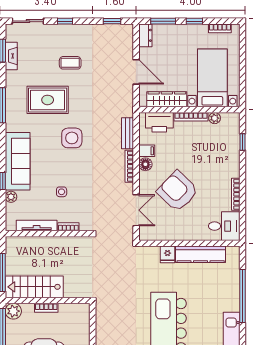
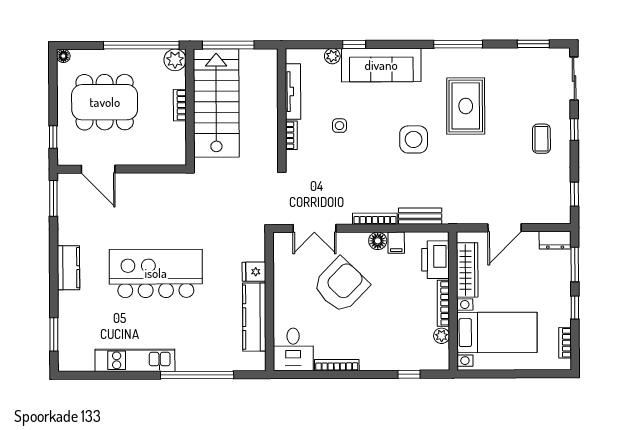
fireplace: (11, 56) -> (526, 56), removed
coffee table: (70, 63) -> (541, 139), moved
stairs: (34, 287) -> (216, 103), width x1.36, depth x1.51

